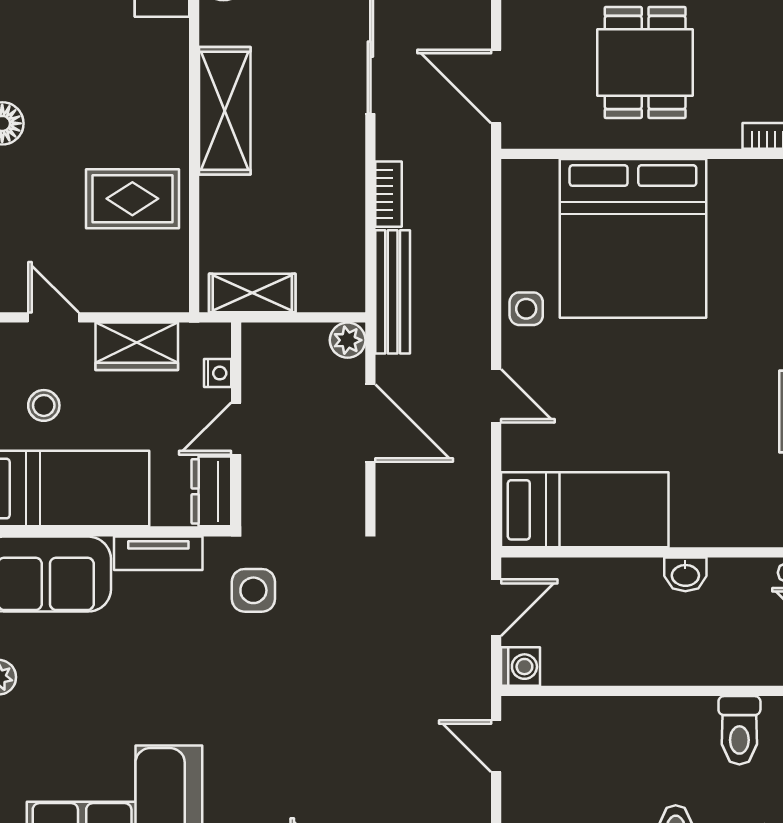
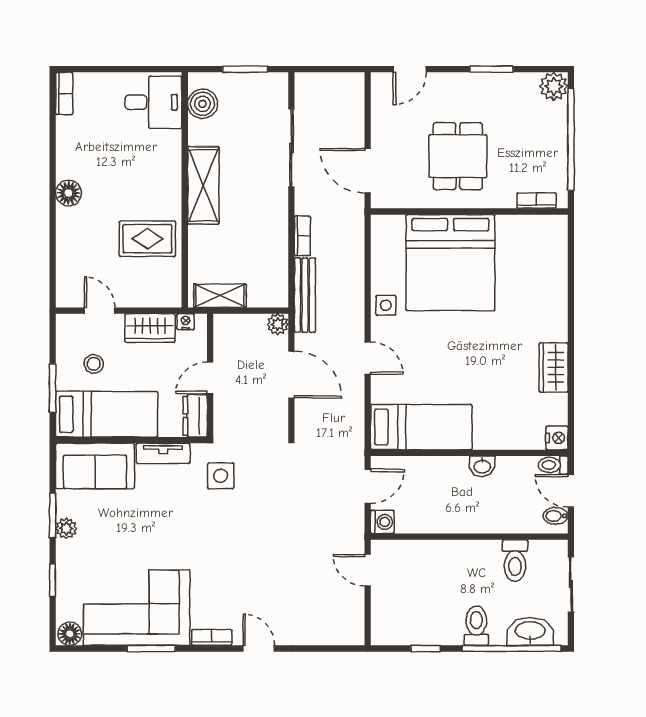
nightstand: (218, 373) -> (186, 322), moved, turned -90

